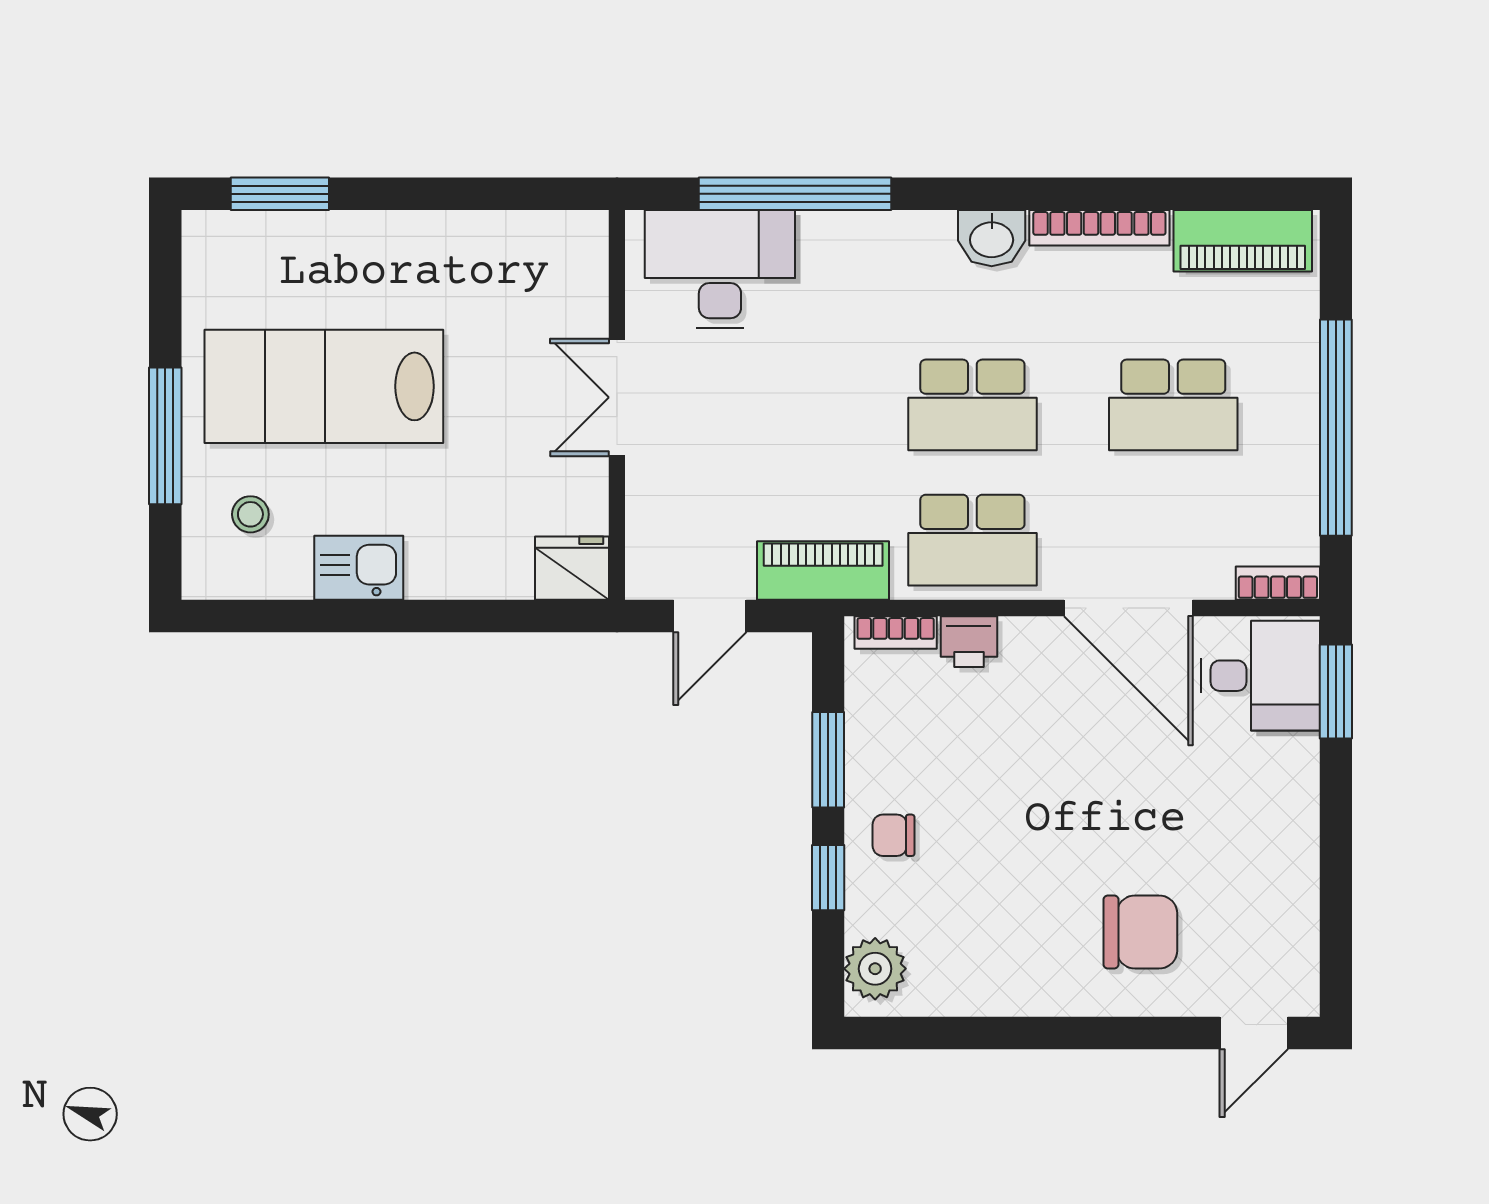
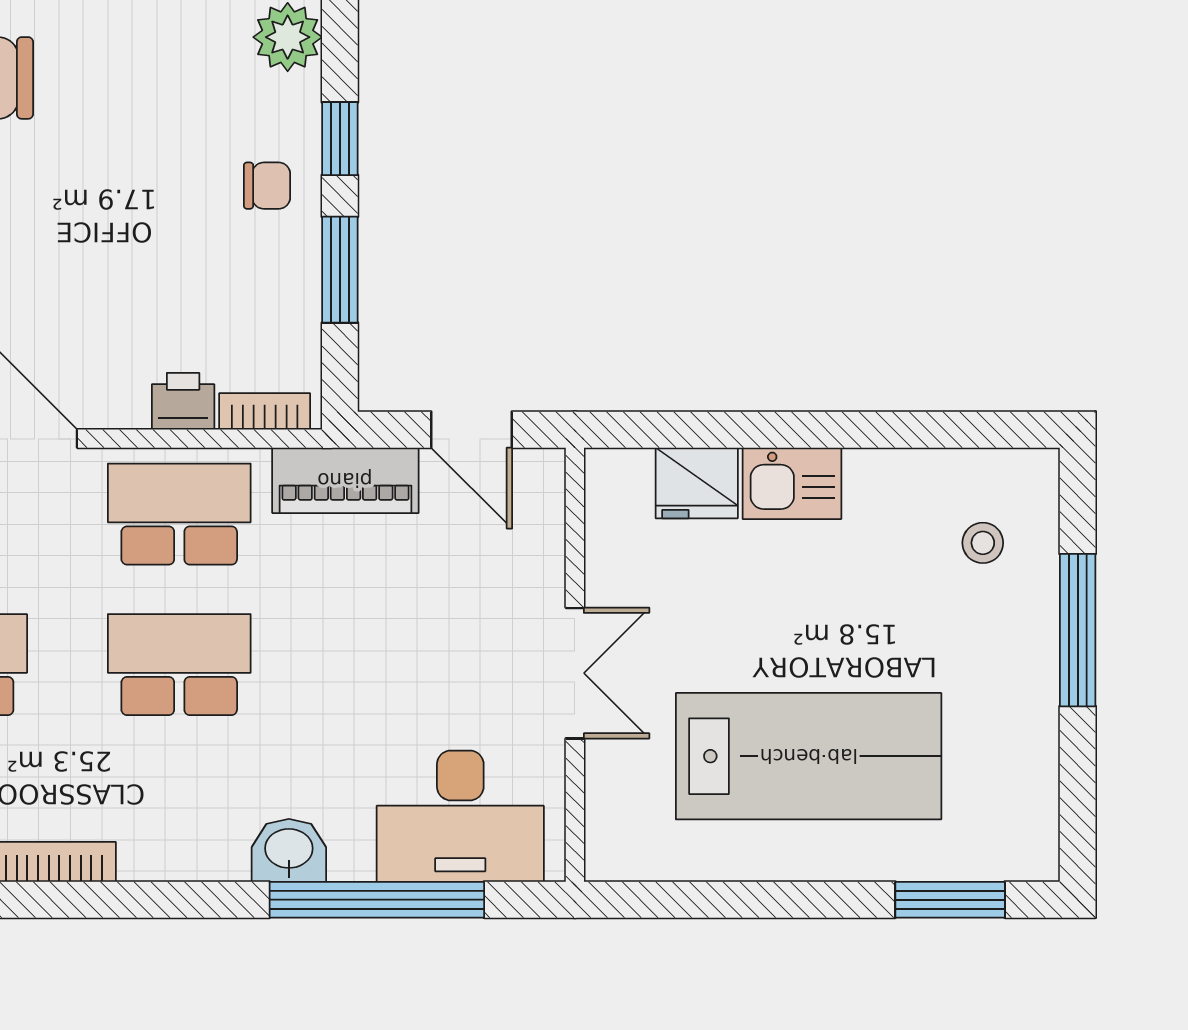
washbasin: (992, 238) -> (289, 850), moved
lab bench: (324, 386) -> (809, 756), moved
kitchen sink: (359, 568) -> (792, 483), moved
fridge: (572, 568) -> (697, 483), moved
door: (710, 616) -> (471, 430), swing flipped

